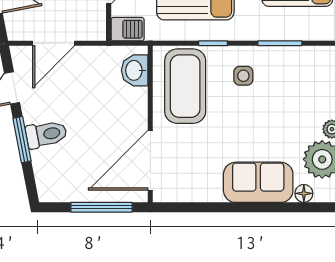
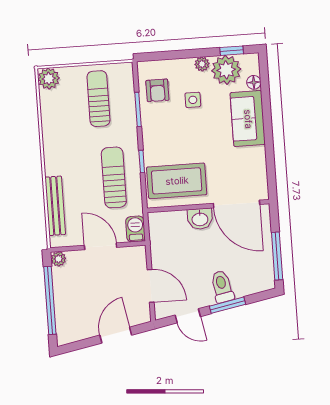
washbasin: (135, 70) -> (200, 219), moved
armchair: (302, 70) -> (157, 90), added
side table: (243, 76) -> (193, 100), moved
window: (101, 207) -> (277, 256), moved

